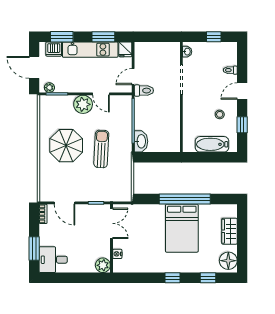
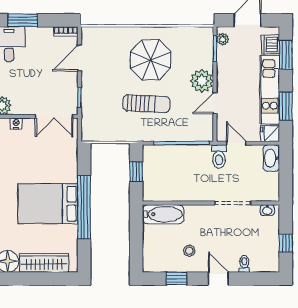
washbasin: (141, 141) -> (271, 158), moved, turned 90
bathtub: (212, 144) -> (163, 214), moved, turned 90
window: (156, 157) -> (136, 172), added
wardrobe: (229, 231) -> (44, 263), width x1.50

